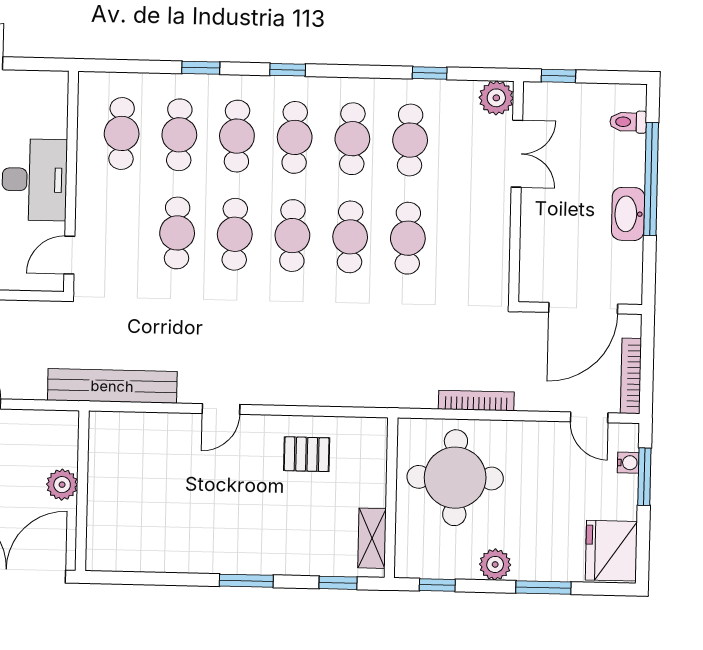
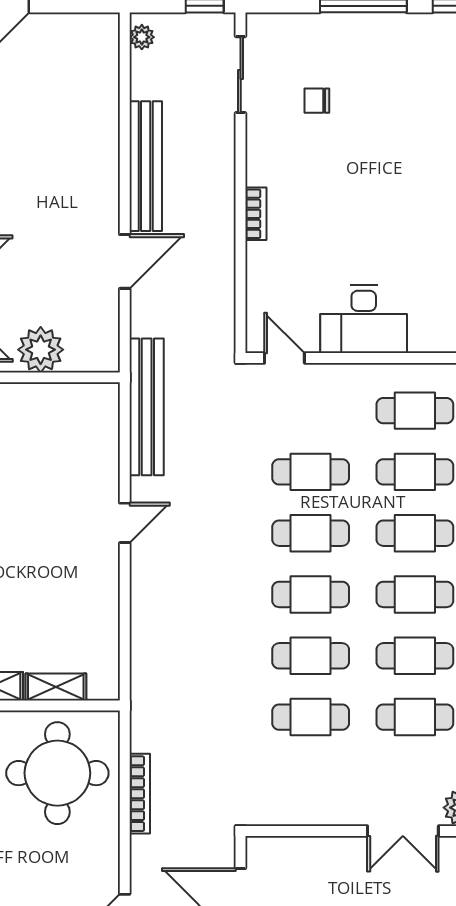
door: (221, 409) -> (125, 523), swing flipped
pallet: (307, 454) -> (79, 615), removed
shelving: (374, 477) -> (56, 687), added
plant: (62, 485) -> (41, 350), width x1.36, depth x1.36

